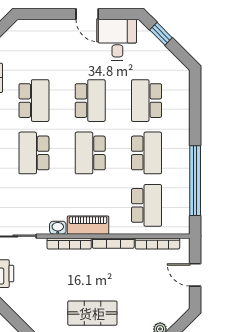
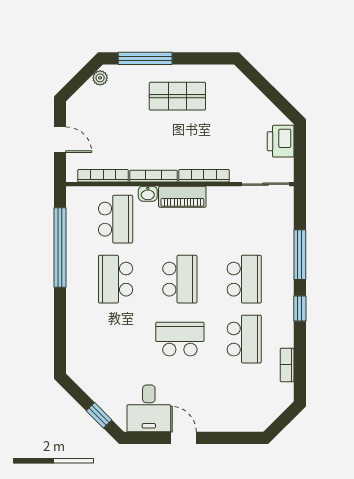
school desk: (34, 101) -> (244, 339), turned 180
school desk: (90, 101) -> (180, 339), turned 90
school desk: (147, 101) -> (116, 339), removed
school desk: (147, 205) -> (116, 219), turned 180
washbasin: (58, 228) -> (148, 194), moved

